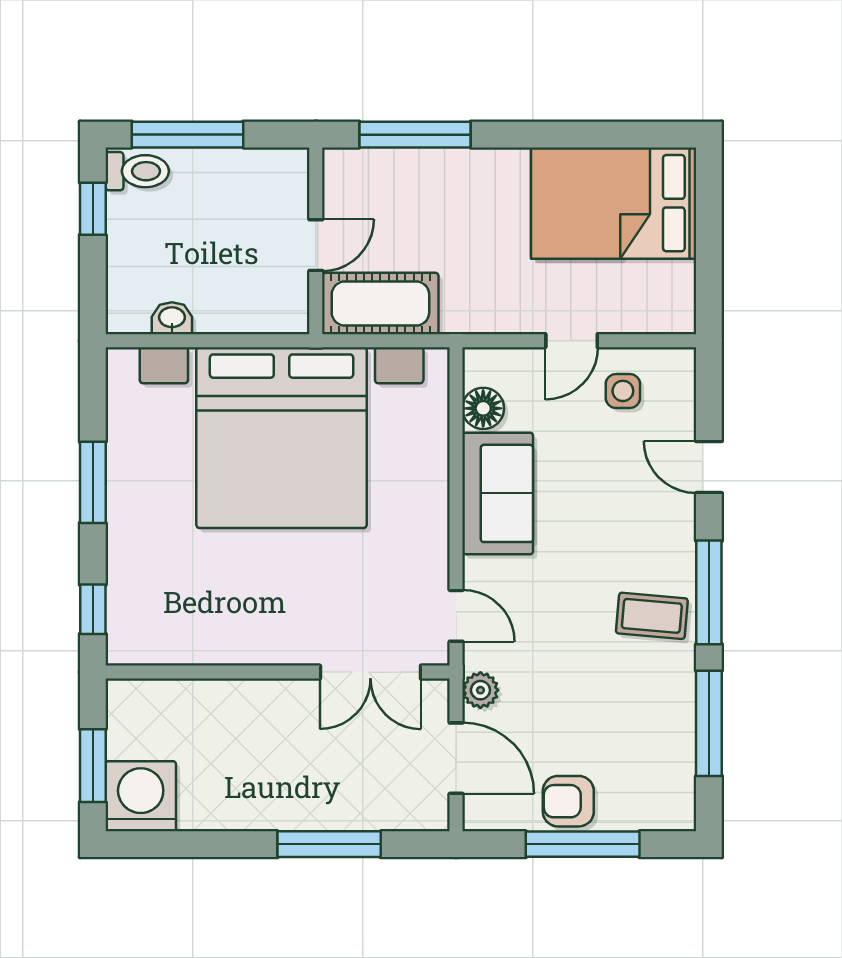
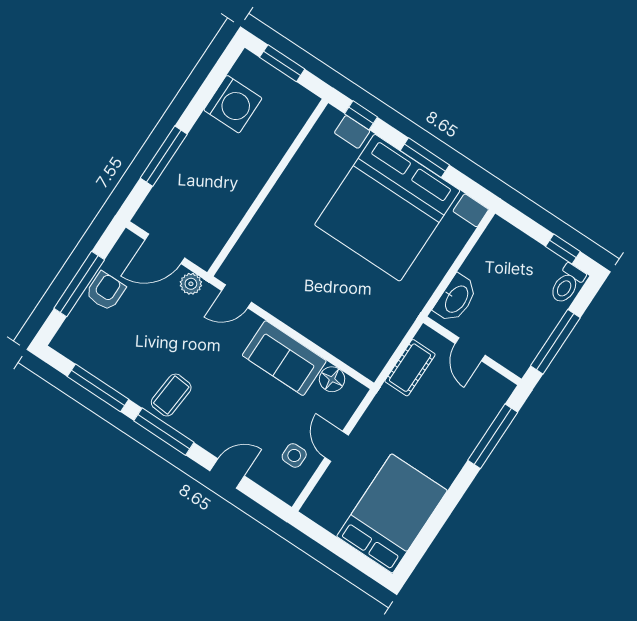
window: (187, 135) -> (555, 342), moved
cot: (380, 304) -> (410, 368), width x0.73, depth x0.75
washbasin: (172, 318) -> (456, 299), moved, width x1.91, depth x1.45
bed with nightstands: (282, 438) -> (387, 208), moved, turned -90
double door: (370, 672) -> (237, 234), removed
washing machine: (141, 796) -> (233, 104), moved

